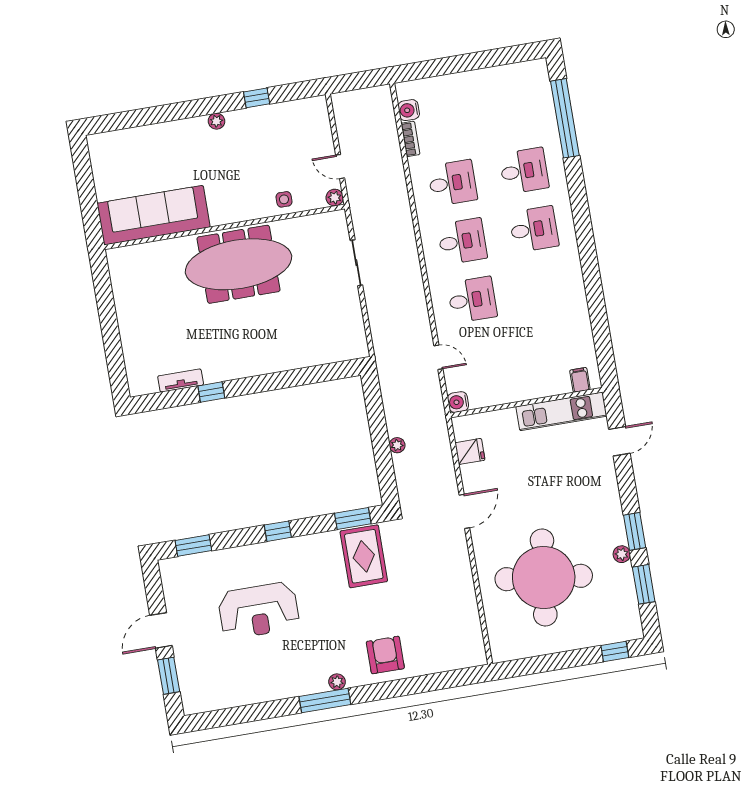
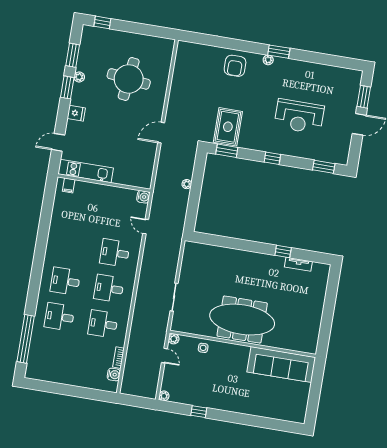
plant: (217, 121) -> (164, 396), moved
fridge: (470, 451) -> (76, 113), moved, turned 180
round table: (544, 577) -> (129, 79), width x0.73, depth x0.73
reception desk: (259, 611) -> (299, 116), turned 180
window: (325, 700) -> (279, 52), width x0.69

